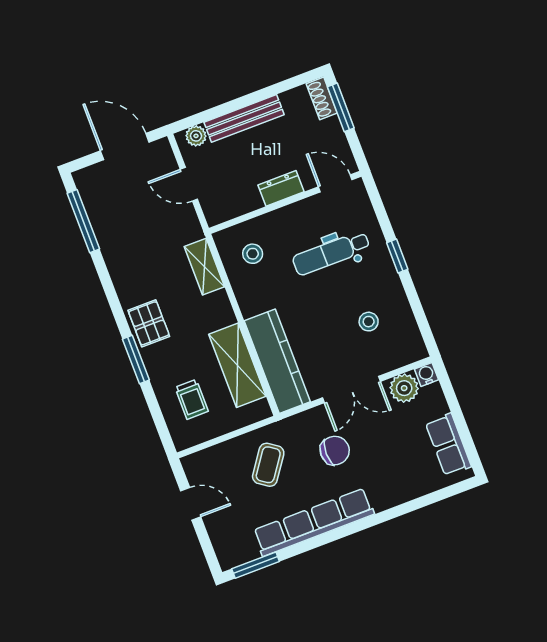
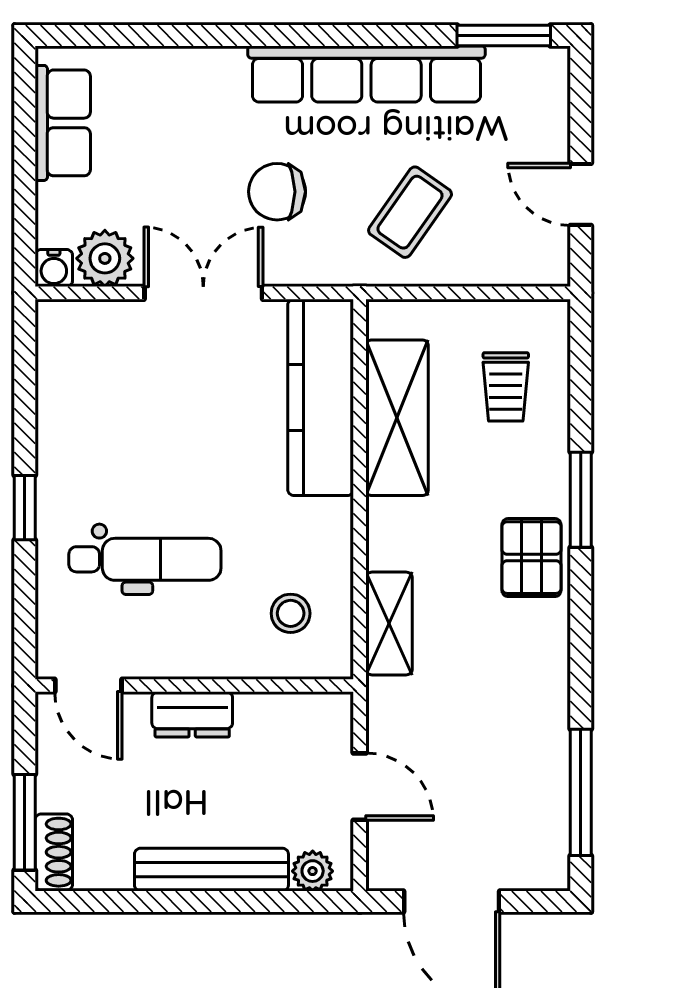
stool: (369, 322) -> (124, 406), removed
trolley: (192, 399) -> (506, 387), turned 180

